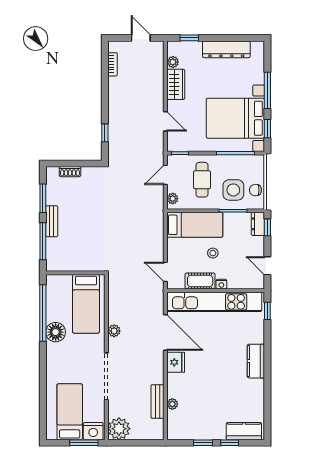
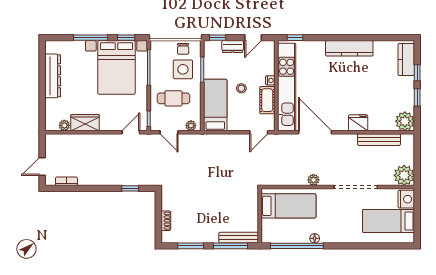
door: (141, 38) -> (42, 166), moved
window: (189, 38) -> (42, 110), removed
door: (165, 121) -> (131, 132), moved
bench: (52, 221) -> (239, 238), moved, width x1.36
dresser: (258, 224) -> (233, 47), moved
floor lamp: (56, 332) -> (315, 238), width x0.53, depth x0.53
door: (165, 333) -> (315, 132), hinge flipped
kitchen counter: (256, 361) -> (349, 48), width x1.50
fridge: (176, 362) -> (358, 123), moved
bench: (158, 401) -> (379, 140), width x1.36
plant: (172, 404) -> (405, 121), moved, width x1.88, depth x1.88
window: (84, 443) -> (417, 208), removed

